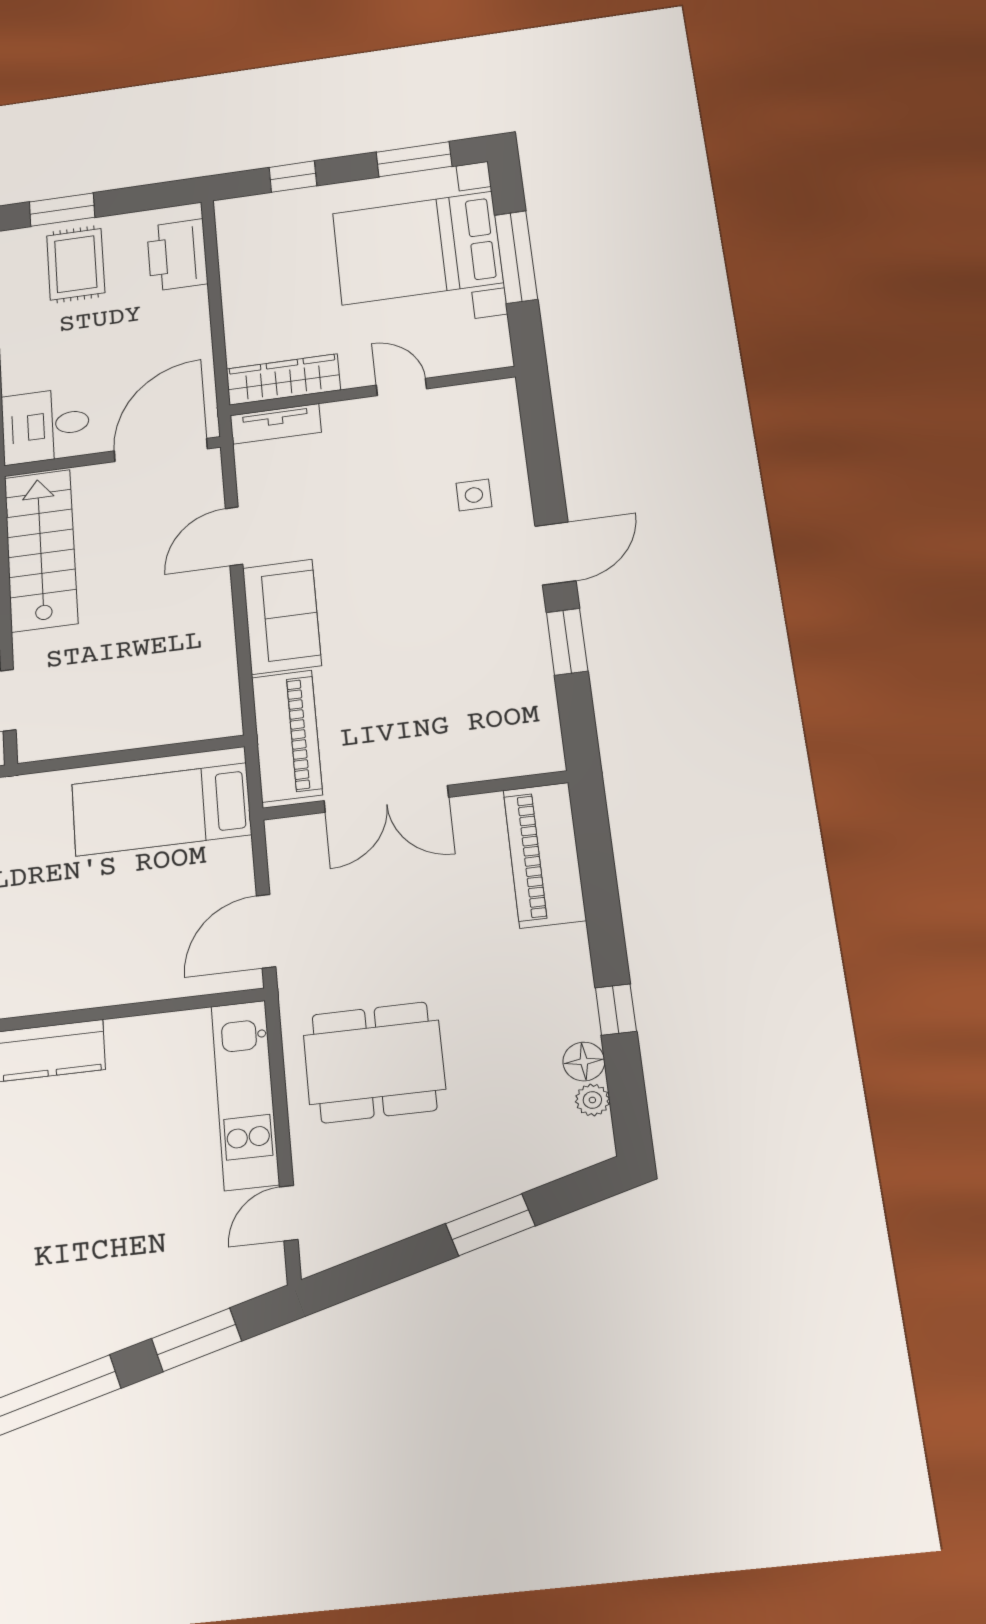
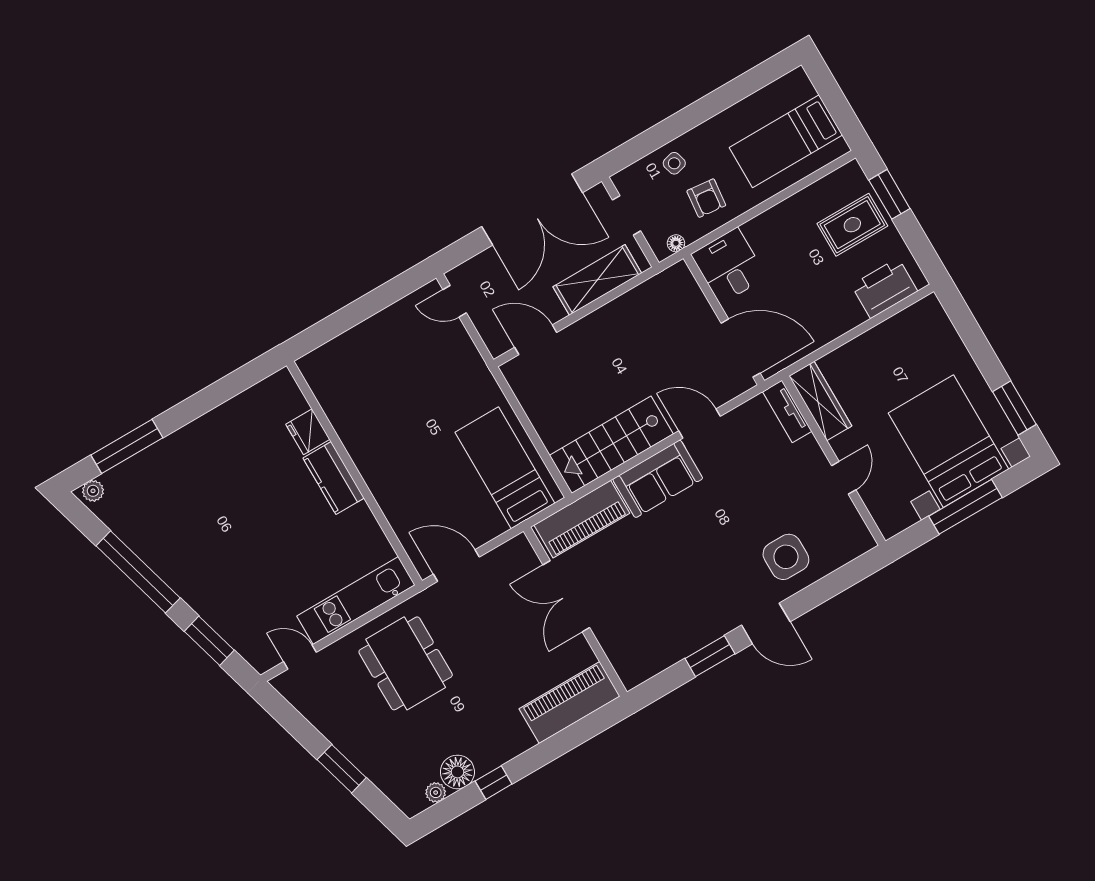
window: (293, 177) -> (972, 335), removed
side table: (474, 495) -> (786, 557), width x1.87, depth x1.87
stairs: (41, 550) -> (611, 445), moved, turned 180
floor lamp: (584, 1061) -> (457, 772), width x1.38, depth x1.38

